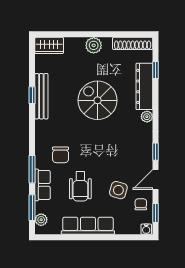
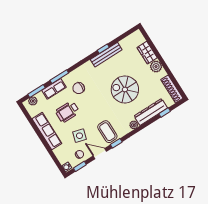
wardrobe: (49, 45) -> (147, 53), moved
spiral stairs: (97, 100) -> (125, 89), turned -90
coffee table: (135, 154) -> (107, 132), added

